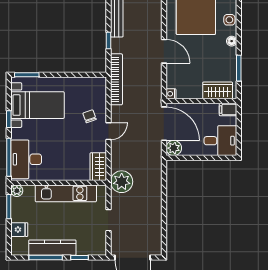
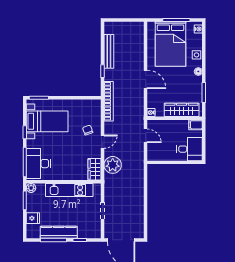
wardrobe: (218, 90) -> (182, 110), width x1.50
door: (164, 124) -> (146, 136), width x0.53
plant: (174, 148) -> (153, 155), removed
plant: (122, 182) -> (113, 165), moved

